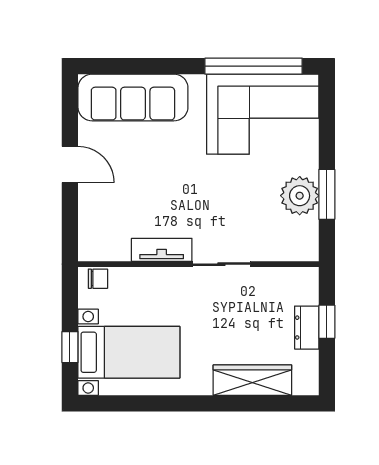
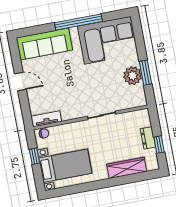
window: (254, 66) -> (78, 22), moved
tv unit: (162, 250) -> (46, 119), moved
window: (327, 322) -> (159, 145), moved
window: (70, 347) -> (34, 156), moved

